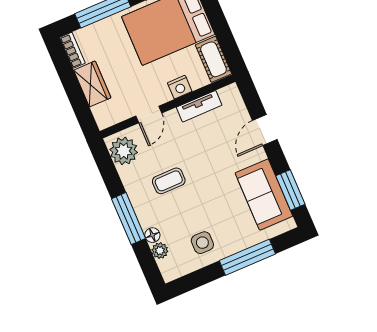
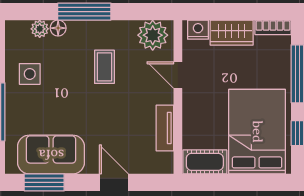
nightstand: (180, 87) -> (198, 30), moved, turned 90

